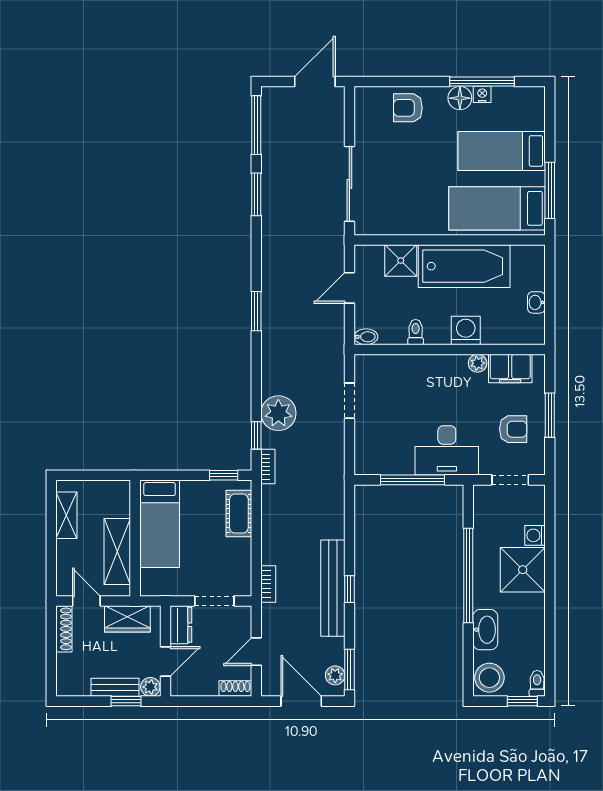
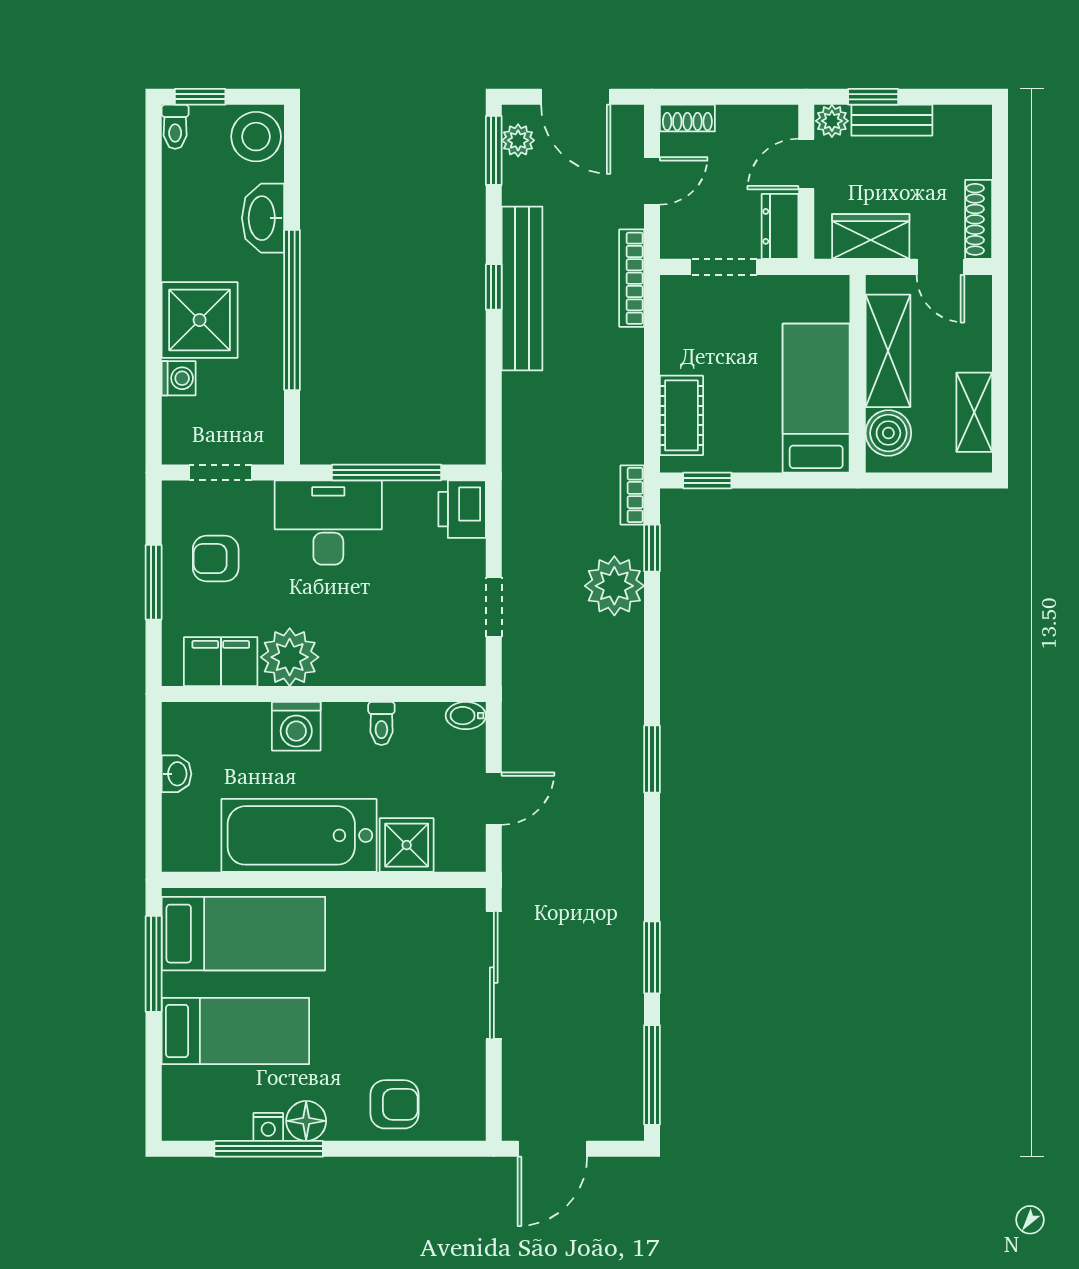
plant: (478, 363) -> (290, 657), width x1.88, depth x1.88
printer: (368, 458) -> (462, 509), added
boiler: (117, 503) -> (888, 433), added
bookcase: (268, 584) -> (632, 278), width x1.56

